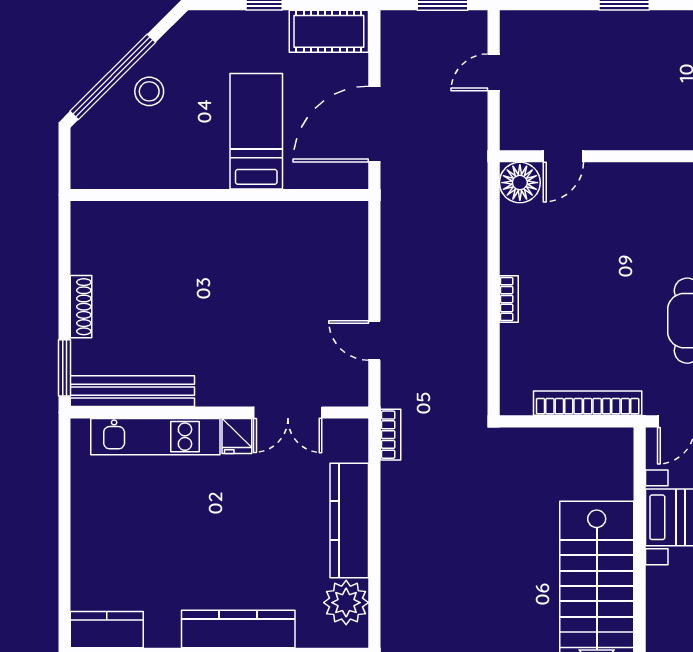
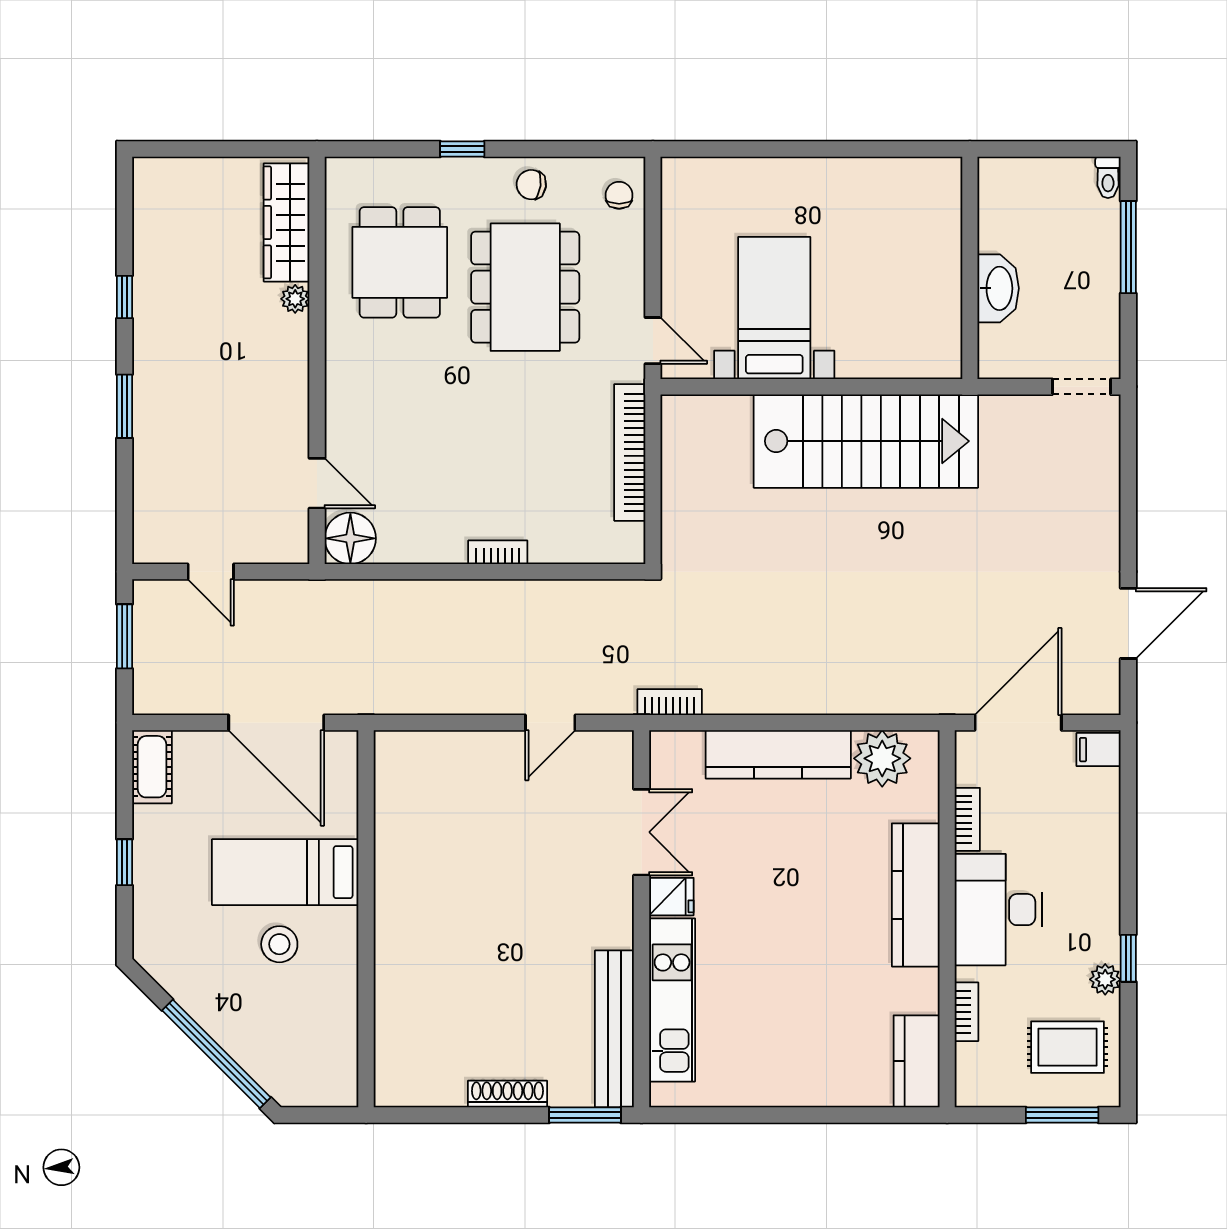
cot: (329, 31) -> (152, 767), width x0.73, depth x0.75
stool: (149, 91) -> (279, 944), moved

